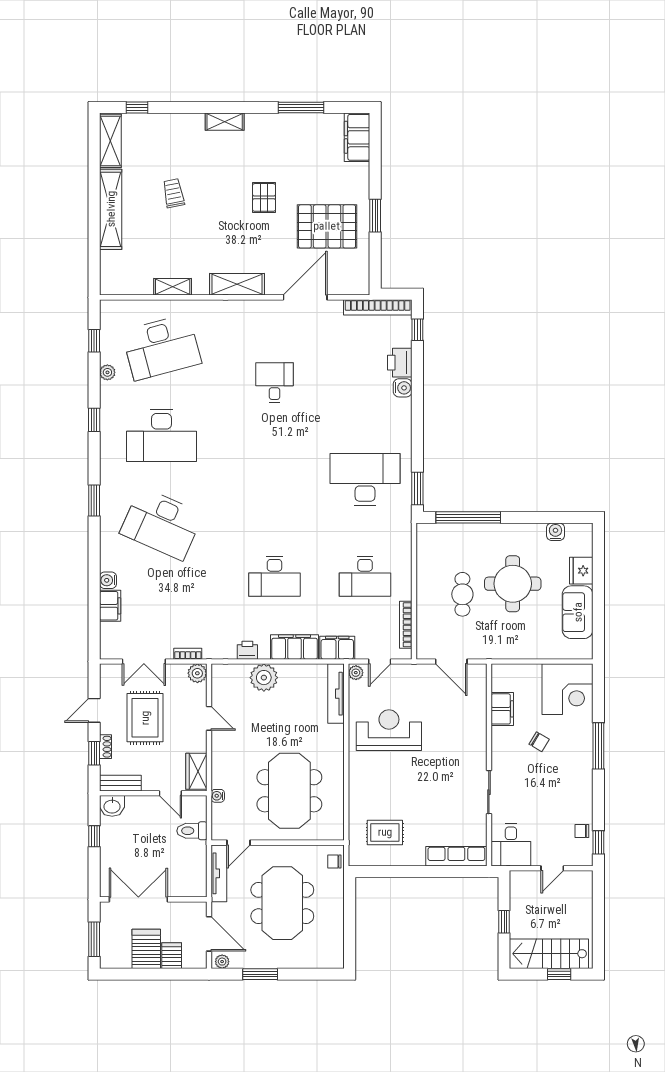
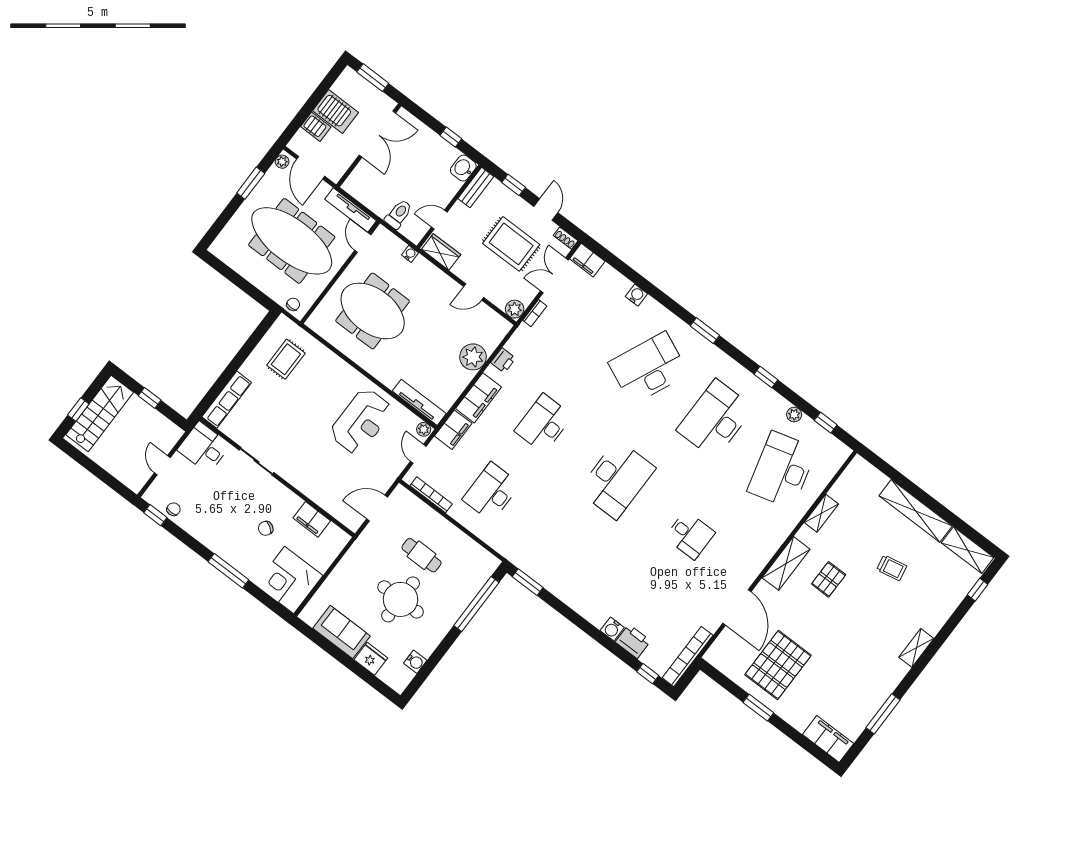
pallet: (264, 197) -> (829, 579), moved, turned 90
desk: (365, 479) -> (617, 479), moved
filing cabinet: (110, 606) -> (587, 260), moved
shoe rack: (105, 747) -> (566, 238), moved
meeting table: (282, 903) -> (292, 241), width x1.36
door: (209, 934) -> (311, 168), hinge flipped

